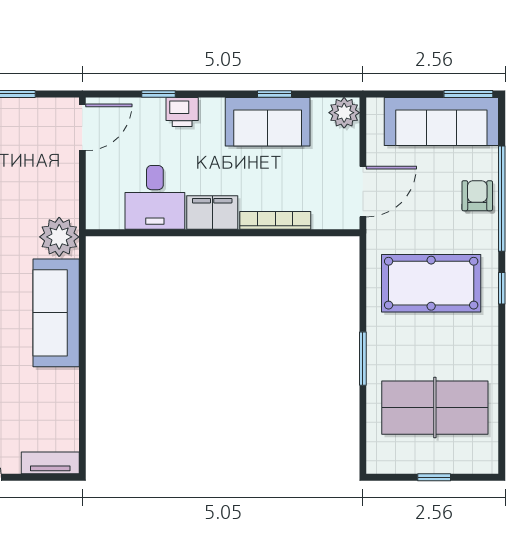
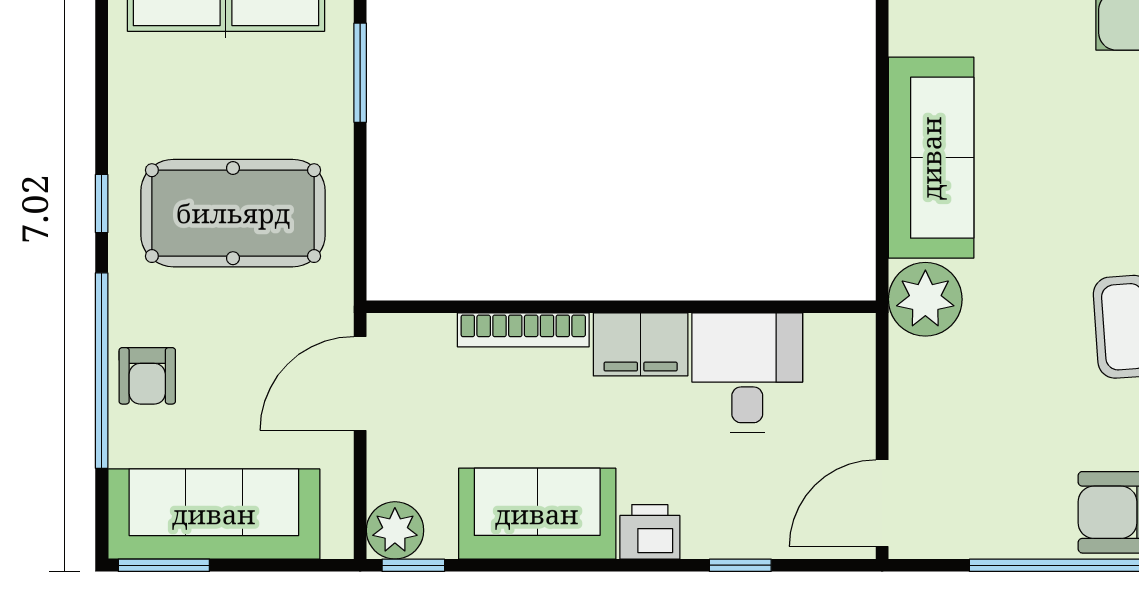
window: (275, 94) -> (413, 565), moved
printer: (182, 112) -> (650, 532), moved

